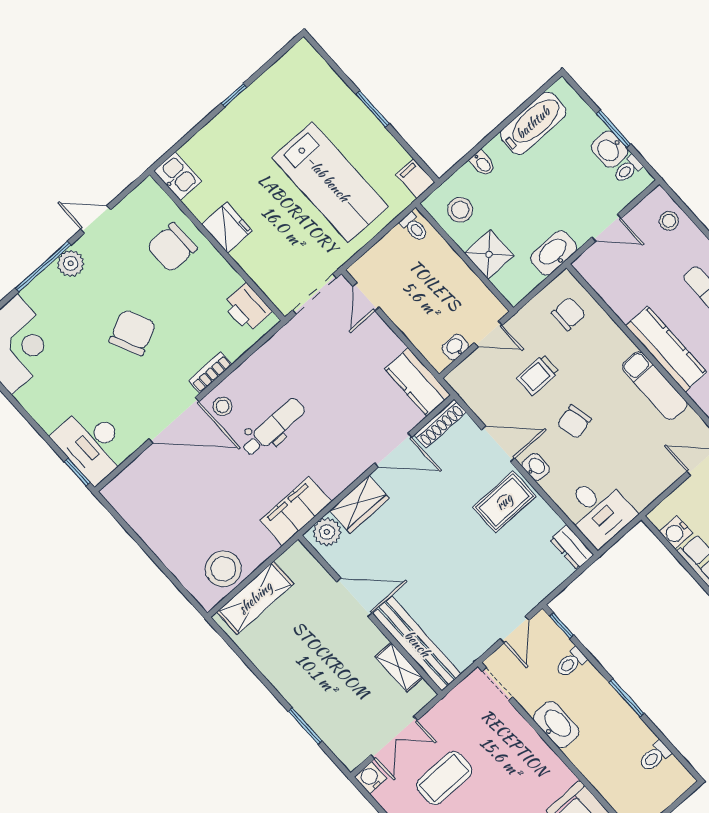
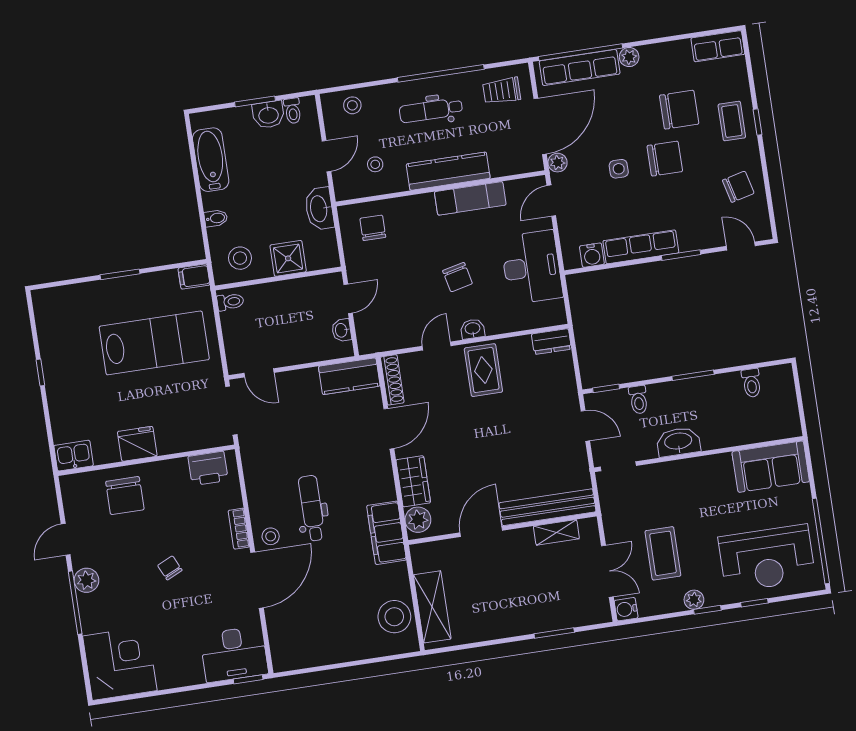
stool: (628, 278) -> (375, 164), added
chair: (132, 333) -> (170, 568), width x0.54, depth x0.54
trolley: (538, 375) -> (404, 282), removed
door: (498, 444) -> (437, 346), width x0.73
desk: (599, 511) -> (532, 267), moved, width x1.37

